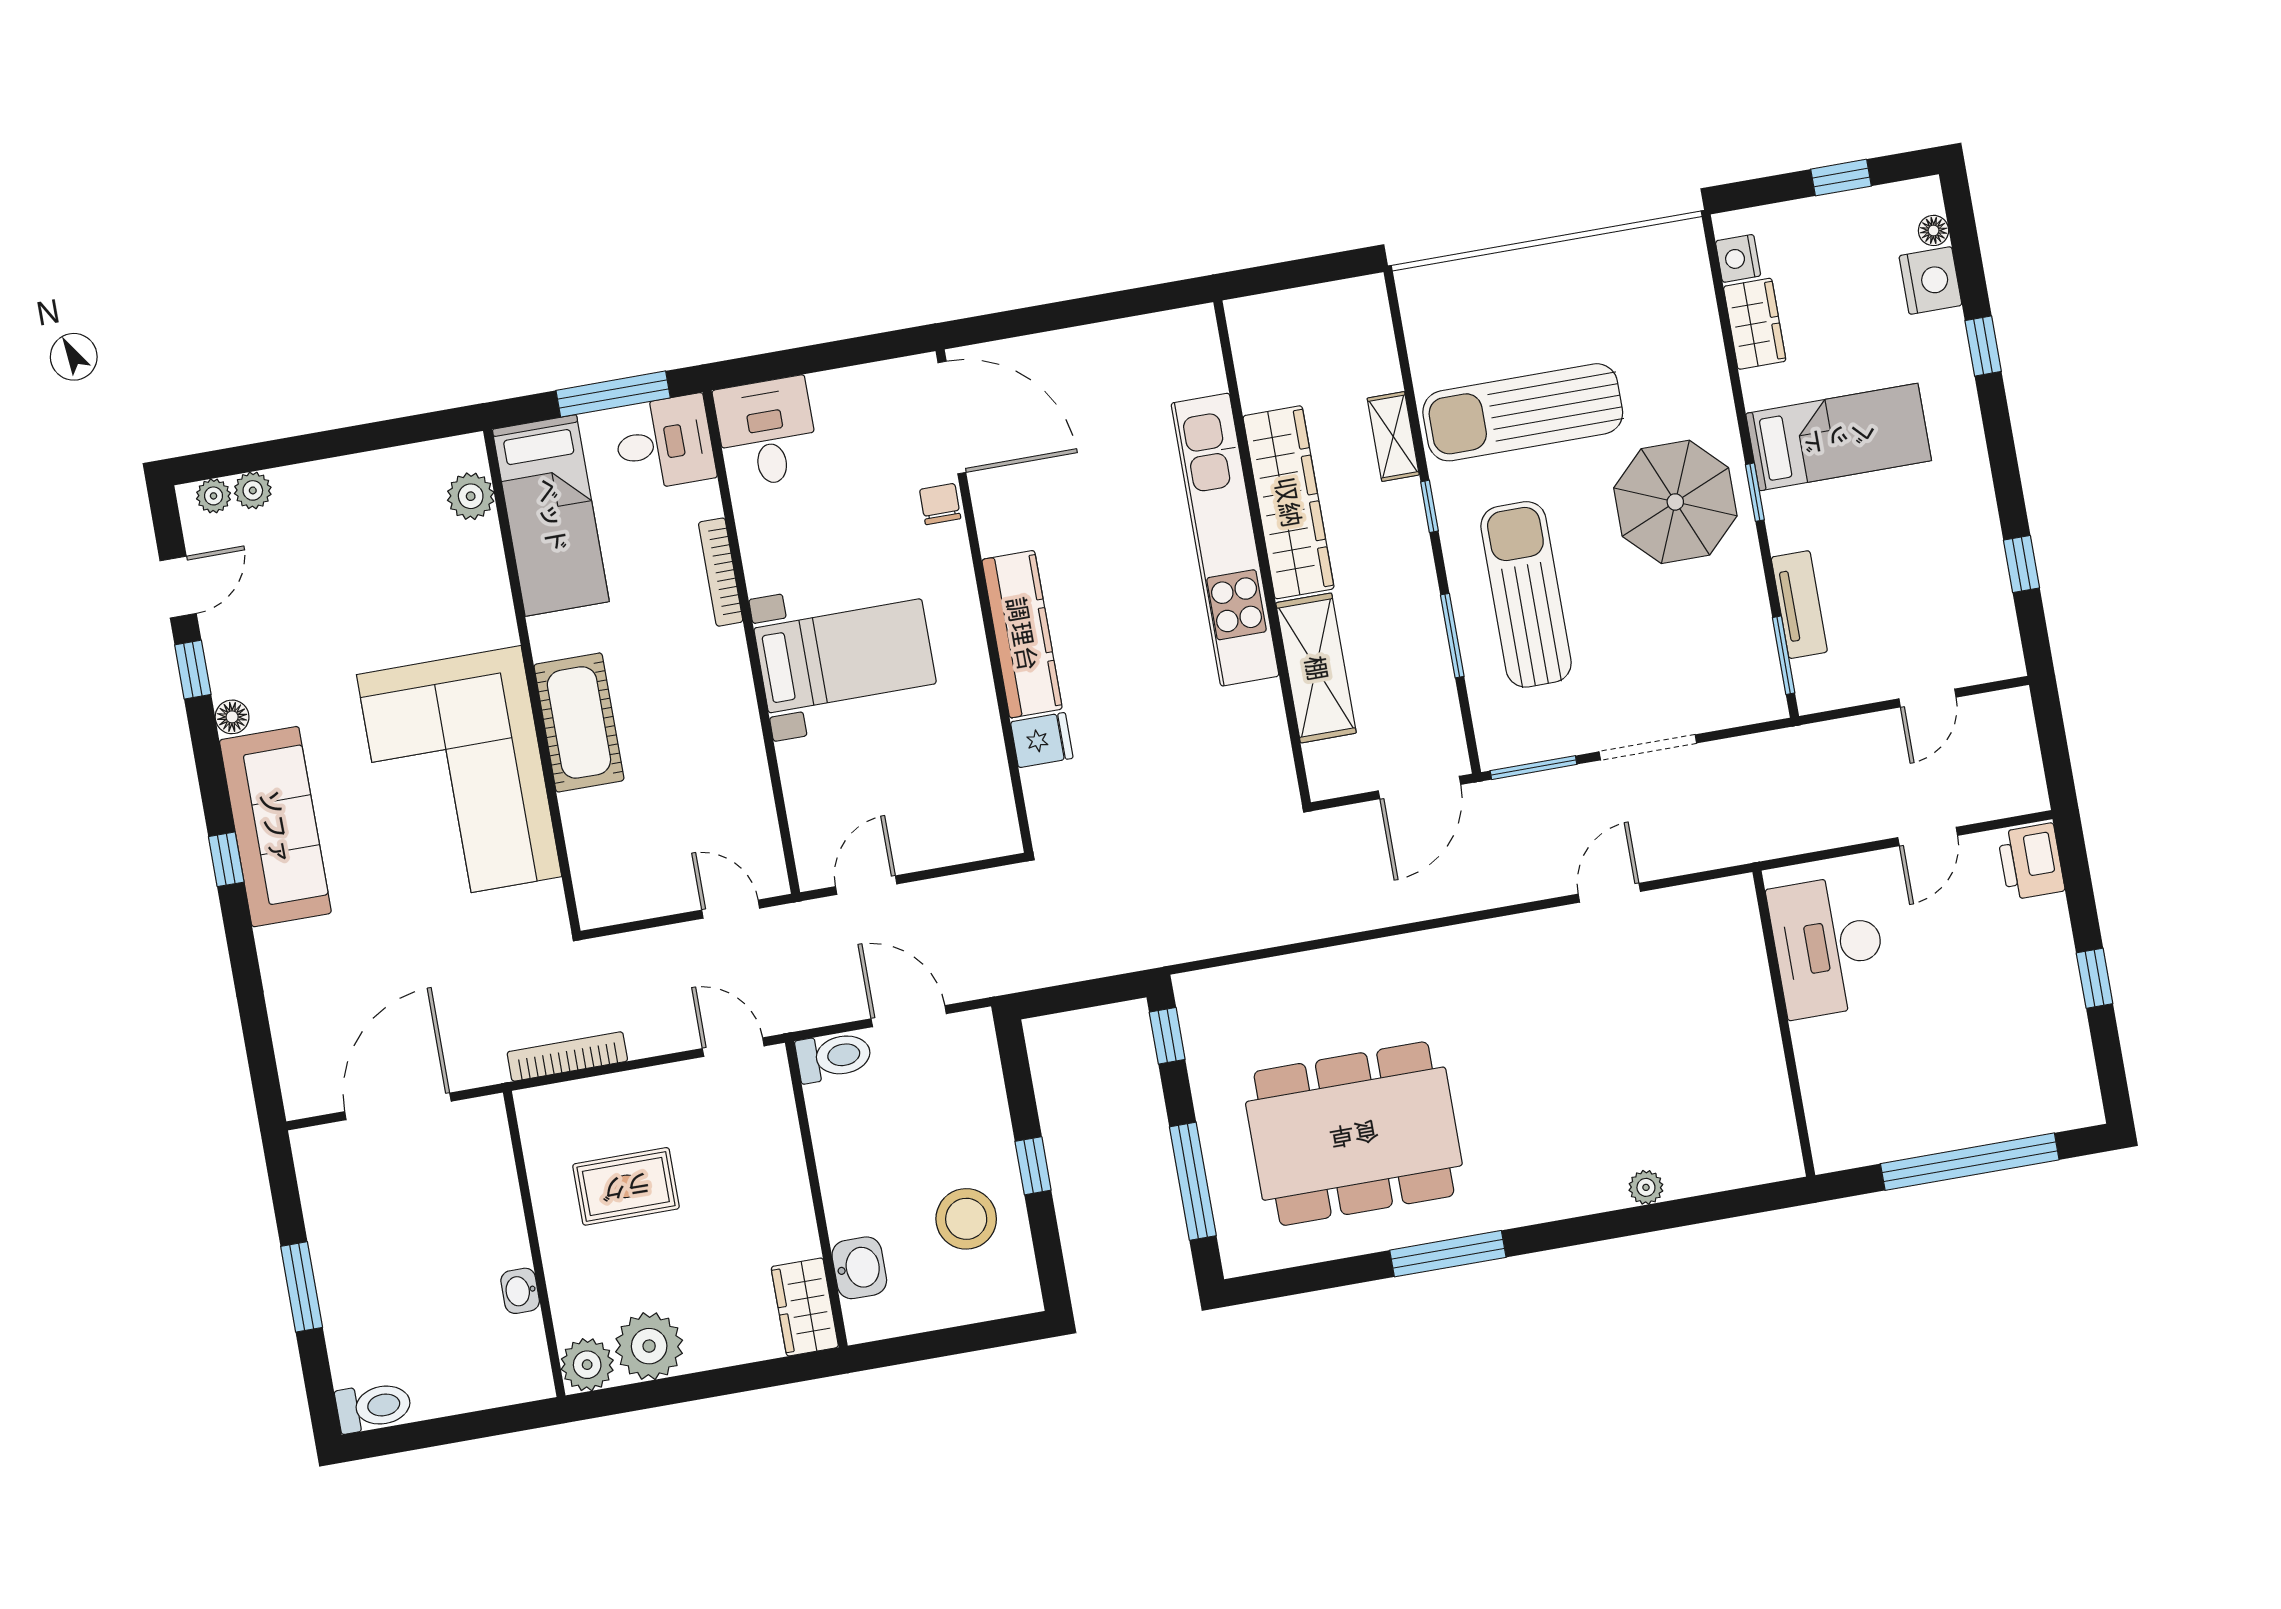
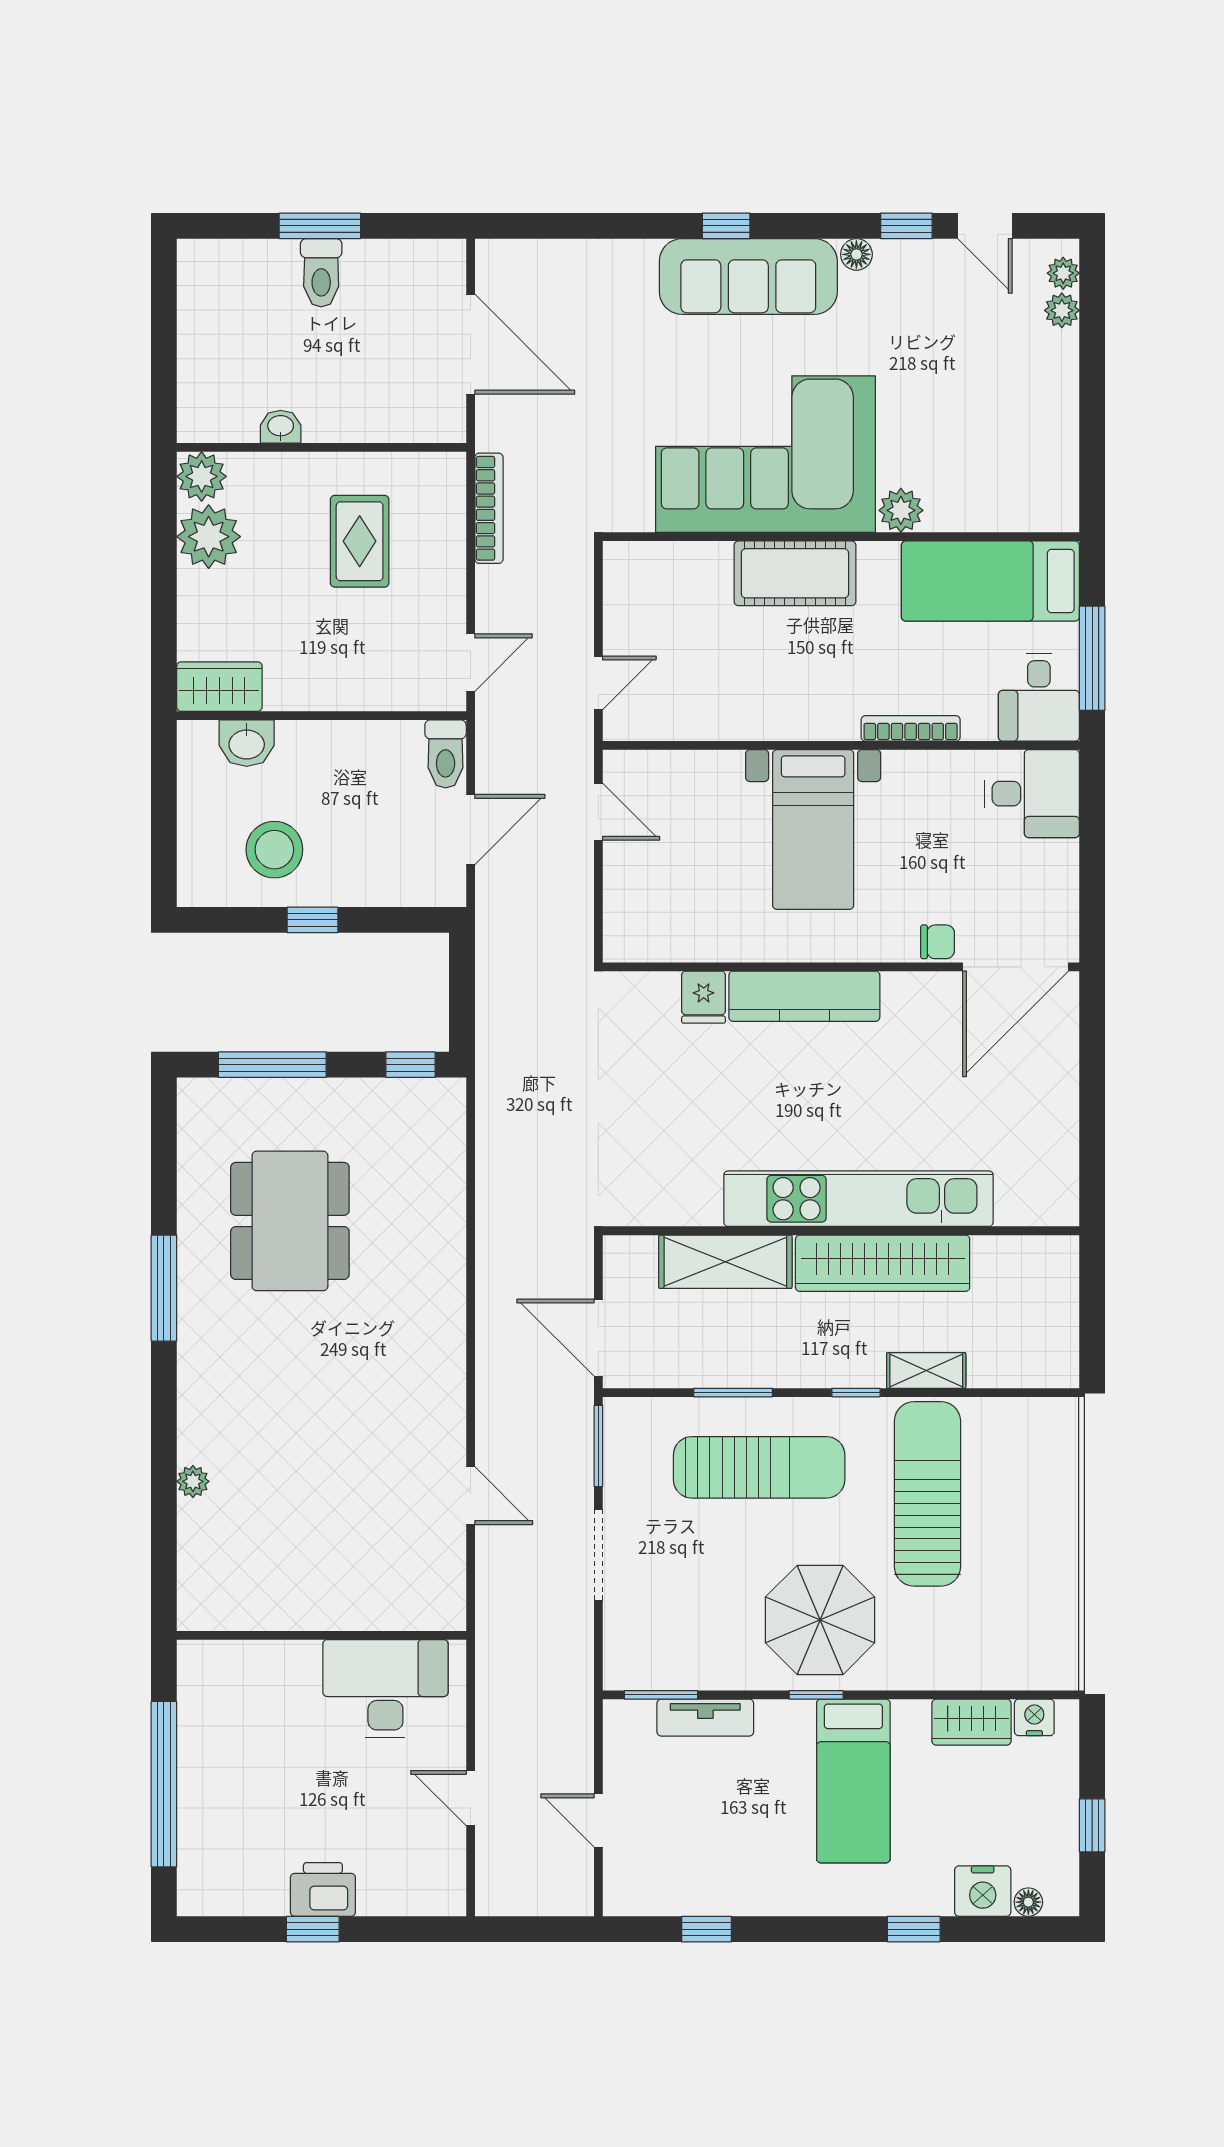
plant: (471, 496) -> (901, 510), moved
printer: (2031, 862) -> (323, 1889), moved
dining table: (1354, 1134) -> (290, 1221), width x0.73, depth x0.80
toilet: (374, 1407) -> (321, 273), moved

